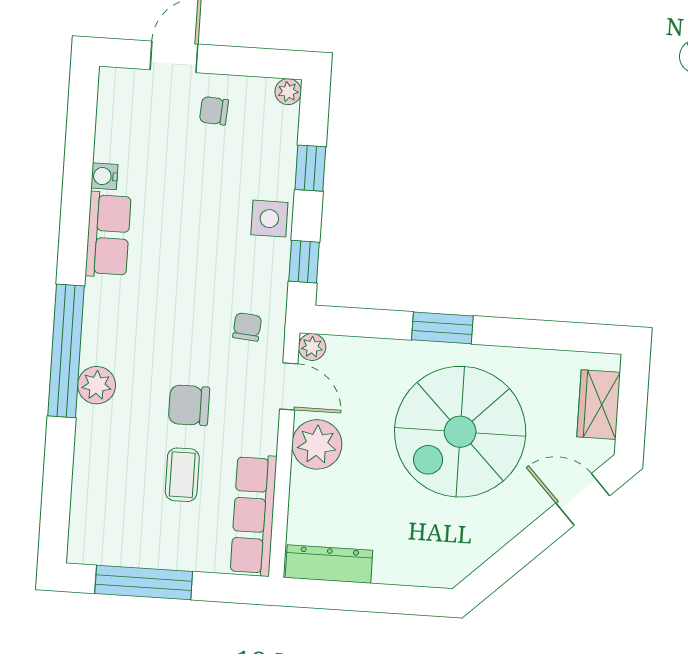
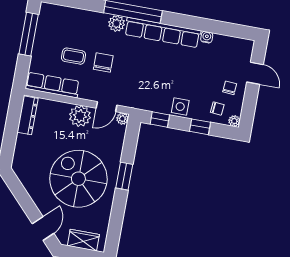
row of seats: (108, 235) -> (163, 32), width x2.02
chair: (247, 327) -> (217, 109), moved

